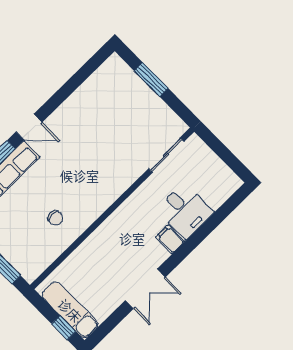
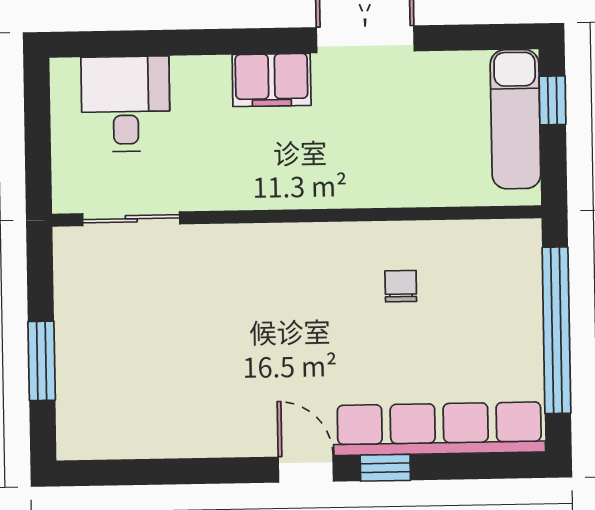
desk: (185, 211) -> (126, 104), moved
filing cabinet: (170, 239) -> (272, 80), width x2.00

